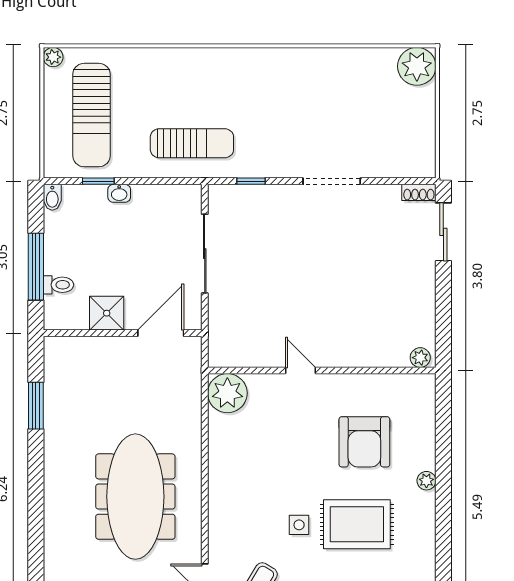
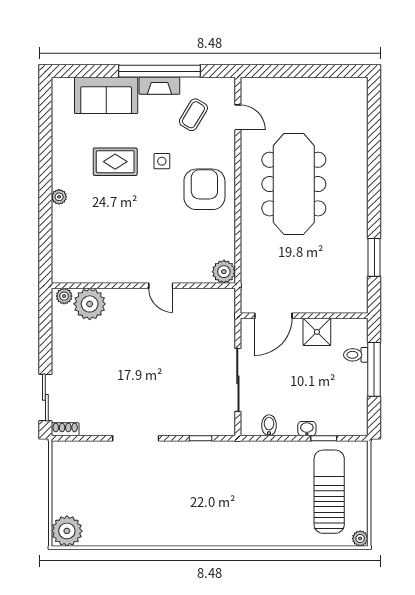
sun lounger: (192, 143) -> (248, 469), removed
bidet: (52, 197) -> (269, 425), moved
plant: (389, 348) -> (90, 304), added
plant: (227, 393) -> (224, 272), width x0.73, depth x0.73
armchair: (364, 442) -> (204, 189), moved
rug: (357, 524) -> (115, 162), width x0.73, depth x0.70

